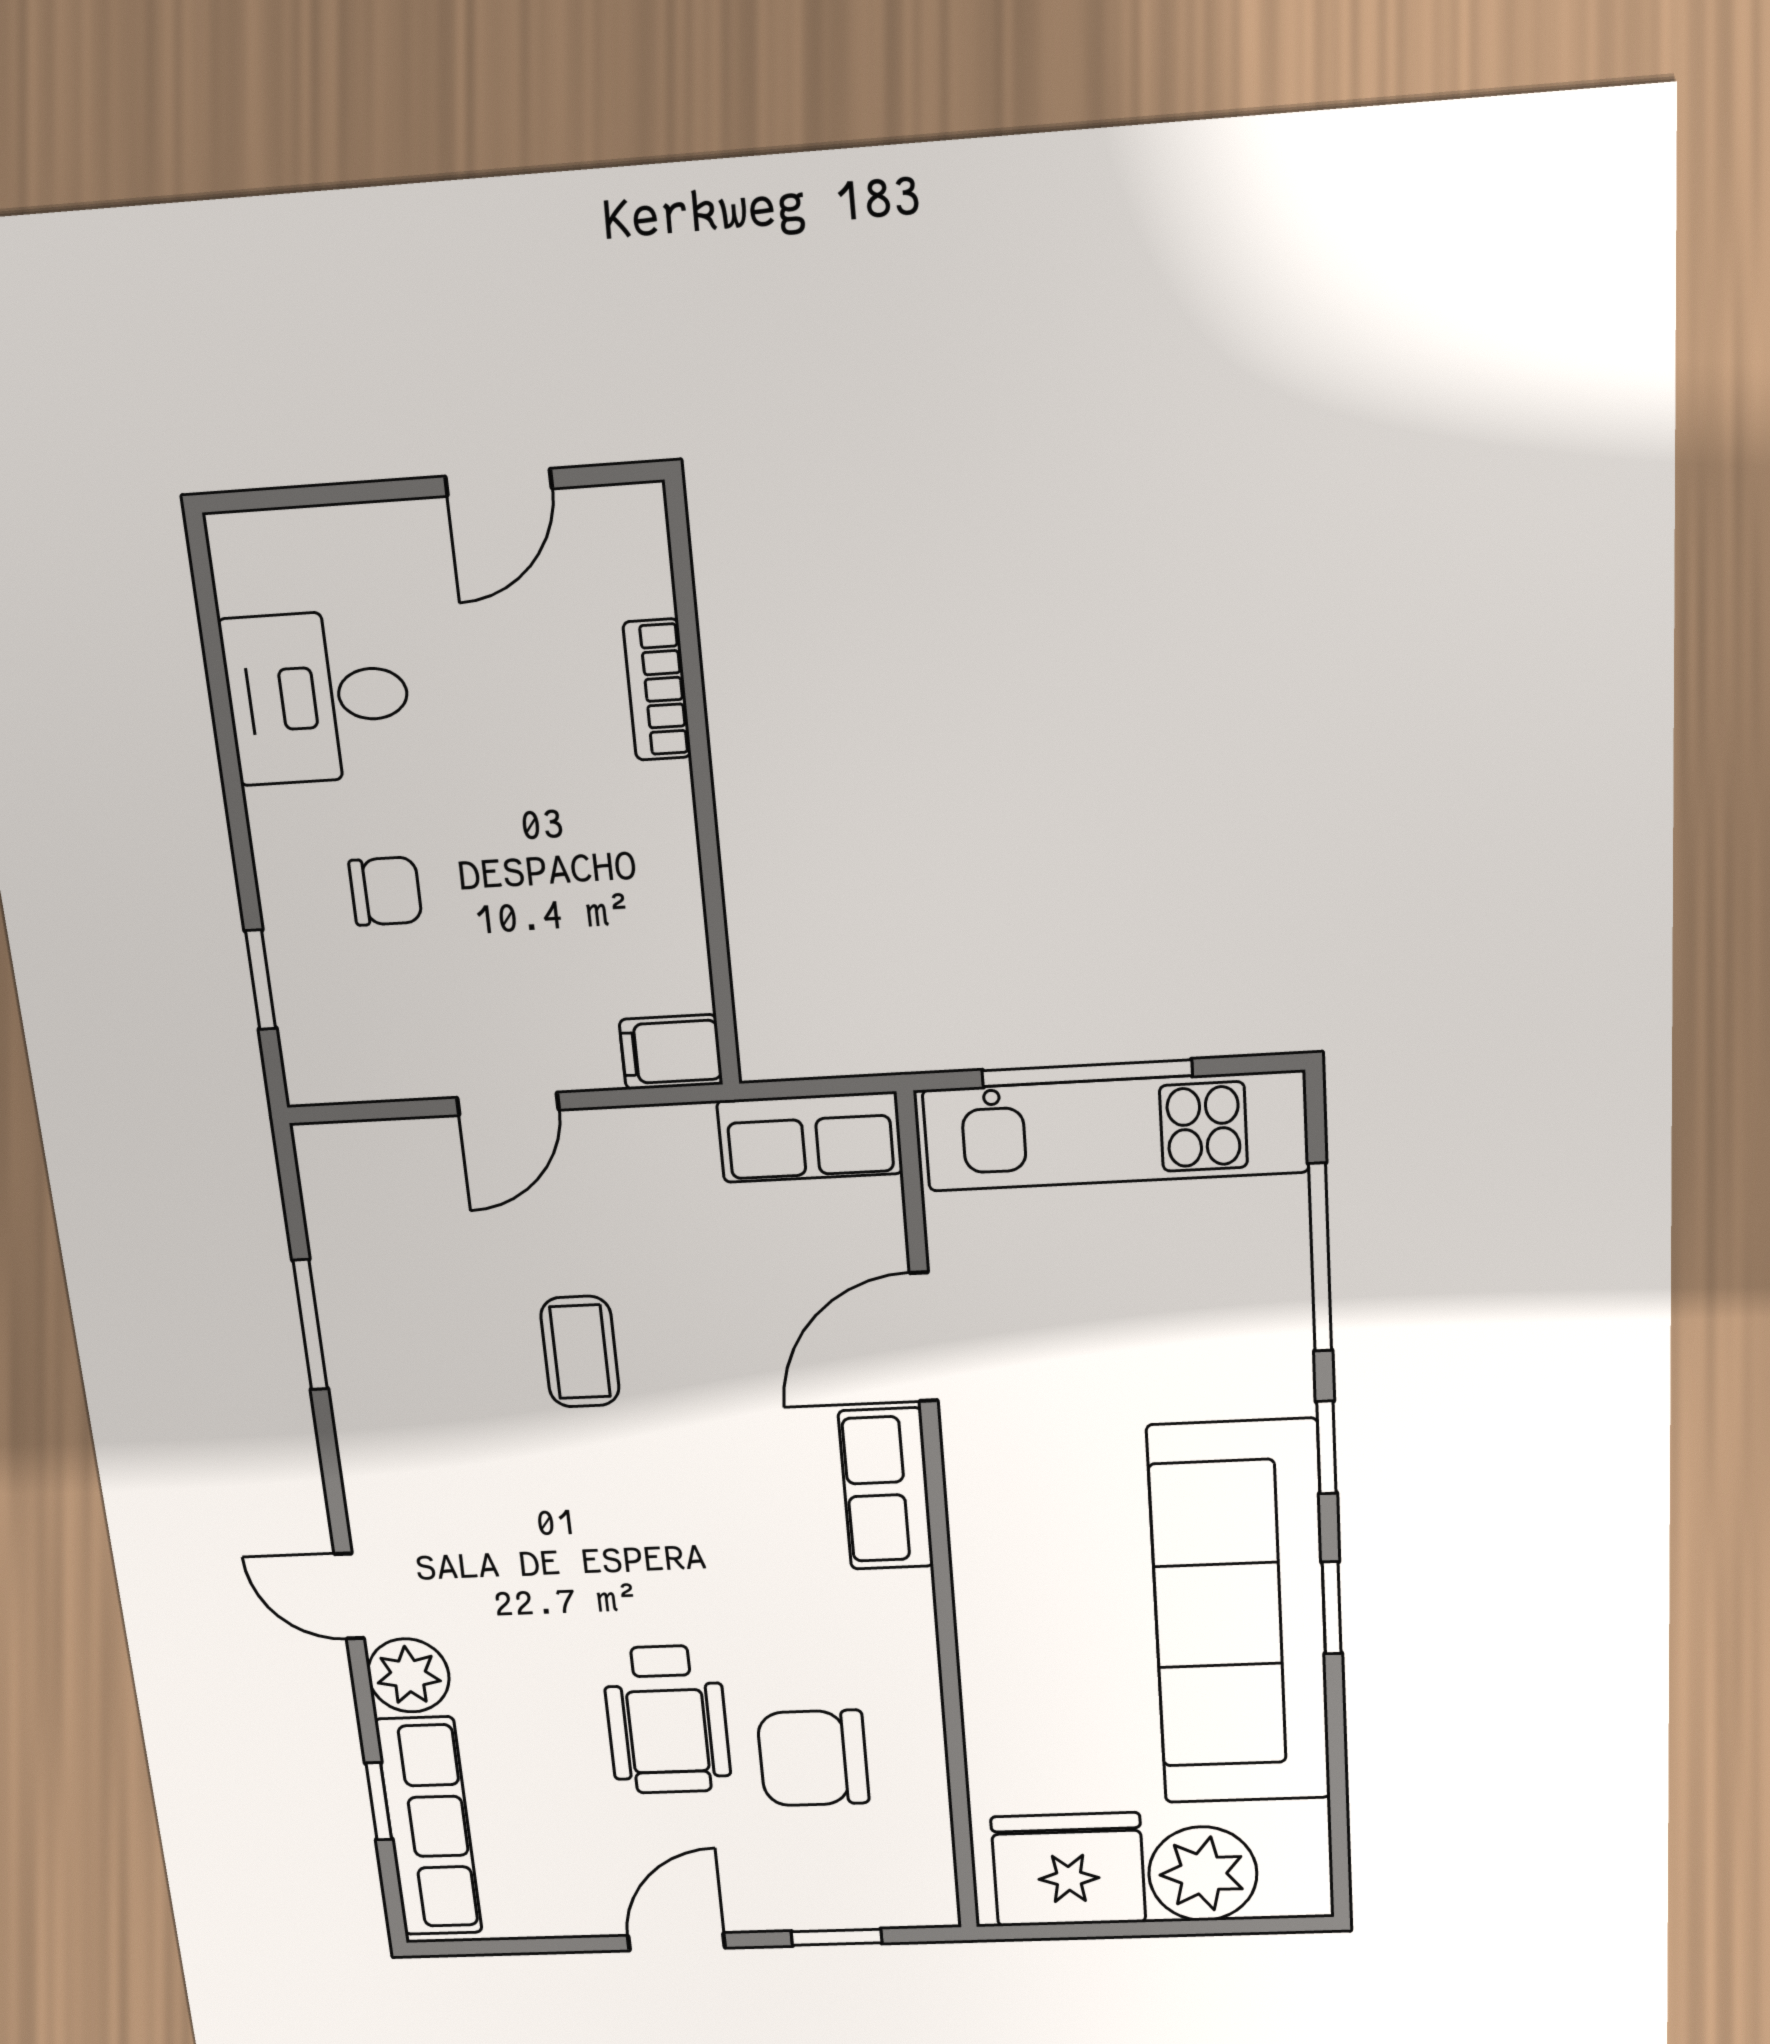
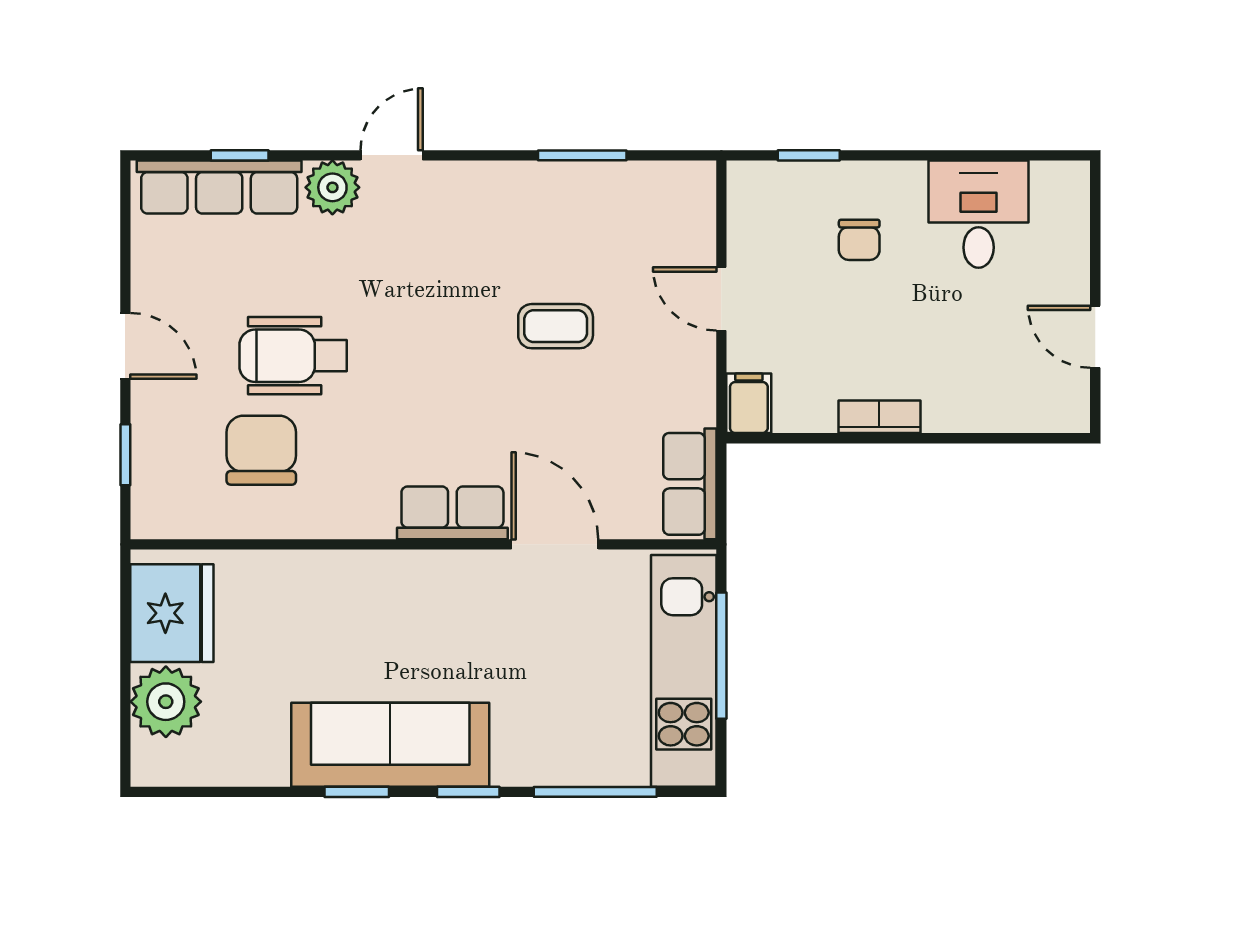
bookcase: (657, 690) -> (879, 417), moved
sofa: (1240, 1614) -> (390, 745), width x0.74, depth x0.79

